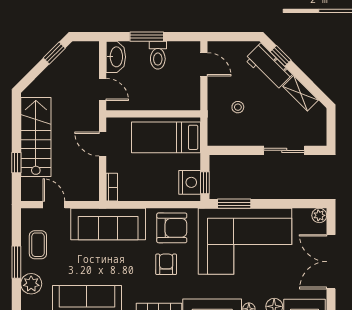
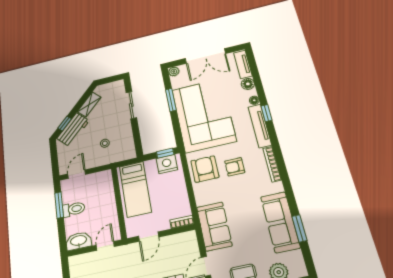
window: (147, 37) -> (59, 205), moved
window: (234, 204) -> (171, 100), moved
sofa: (108, 224) -> (214, 226), width x0.73

